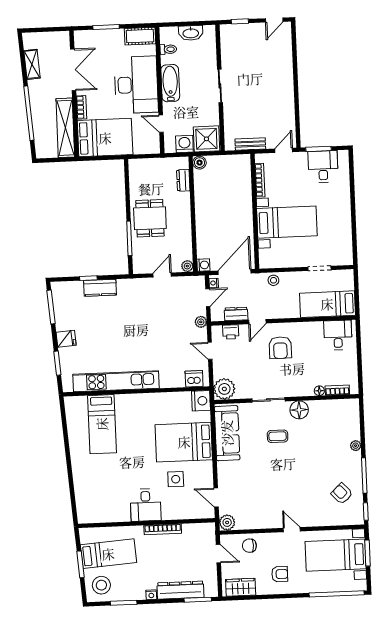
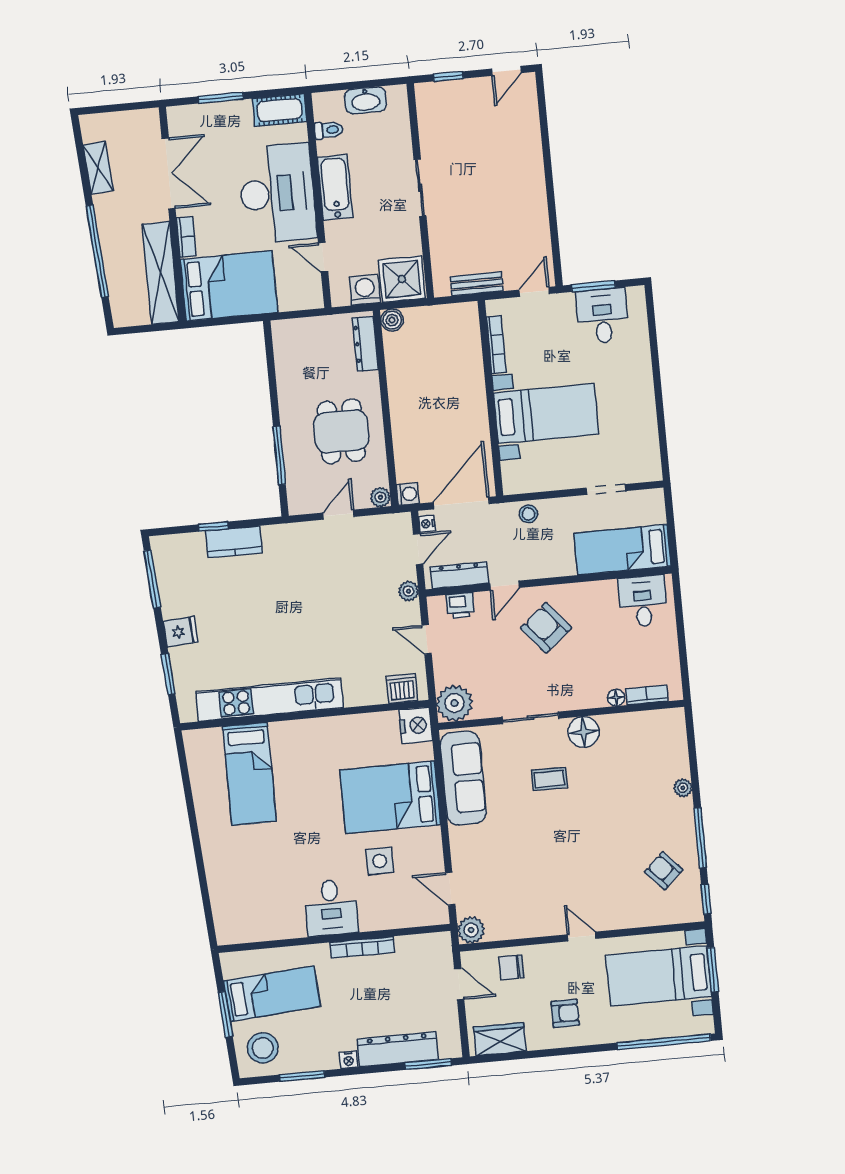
dresser: (183, 180) -> (365, 344), width x1.44
dining table: (150, 218) -> (341, 431), moved
dresser: (236, 314) -> (459, 575), width x1.44
armchair: (280, 348) -> (546, 628), turned 140

